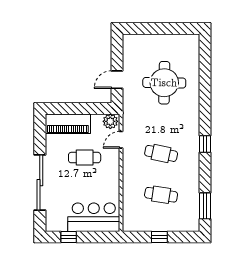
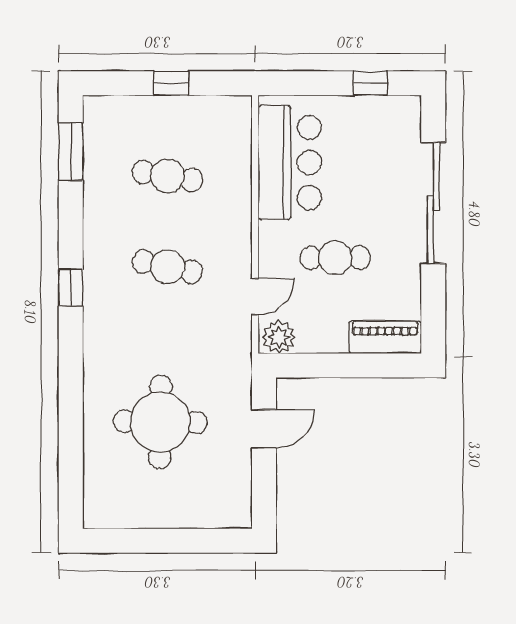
piano: (68, 124) -> (385, 337), width x0.73, depth x0.75
bar counter: (94, 217) -> (290, 163), moved, turned -90

